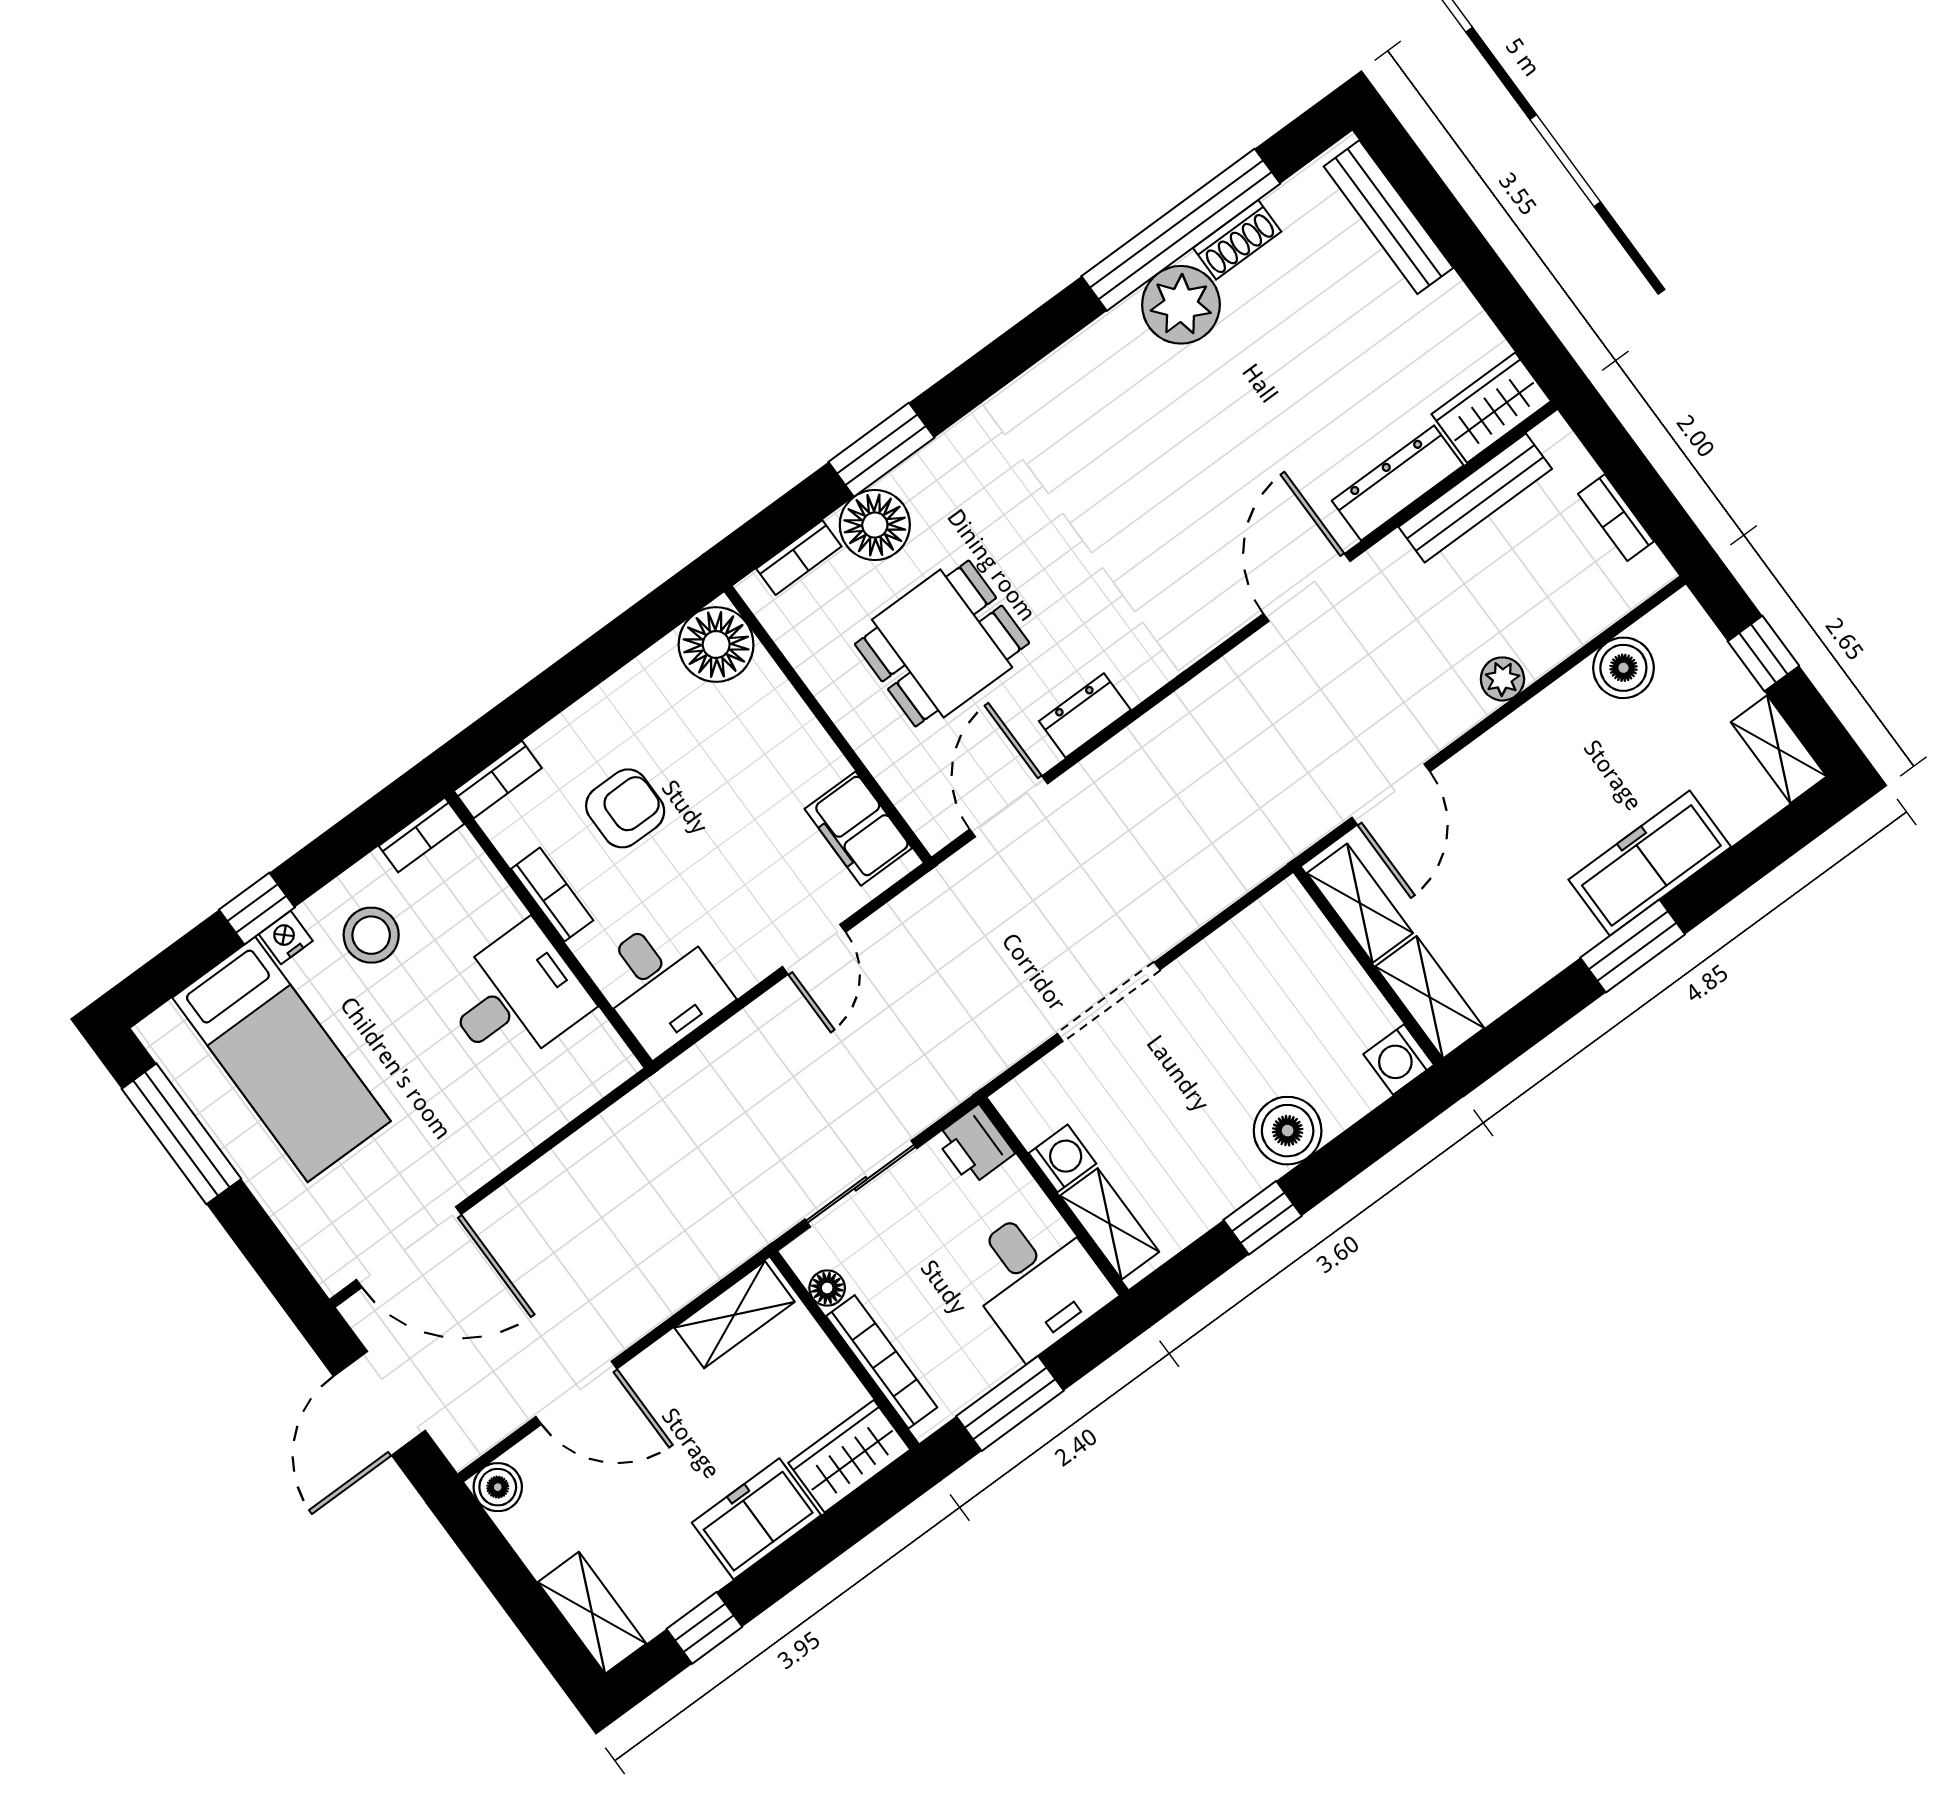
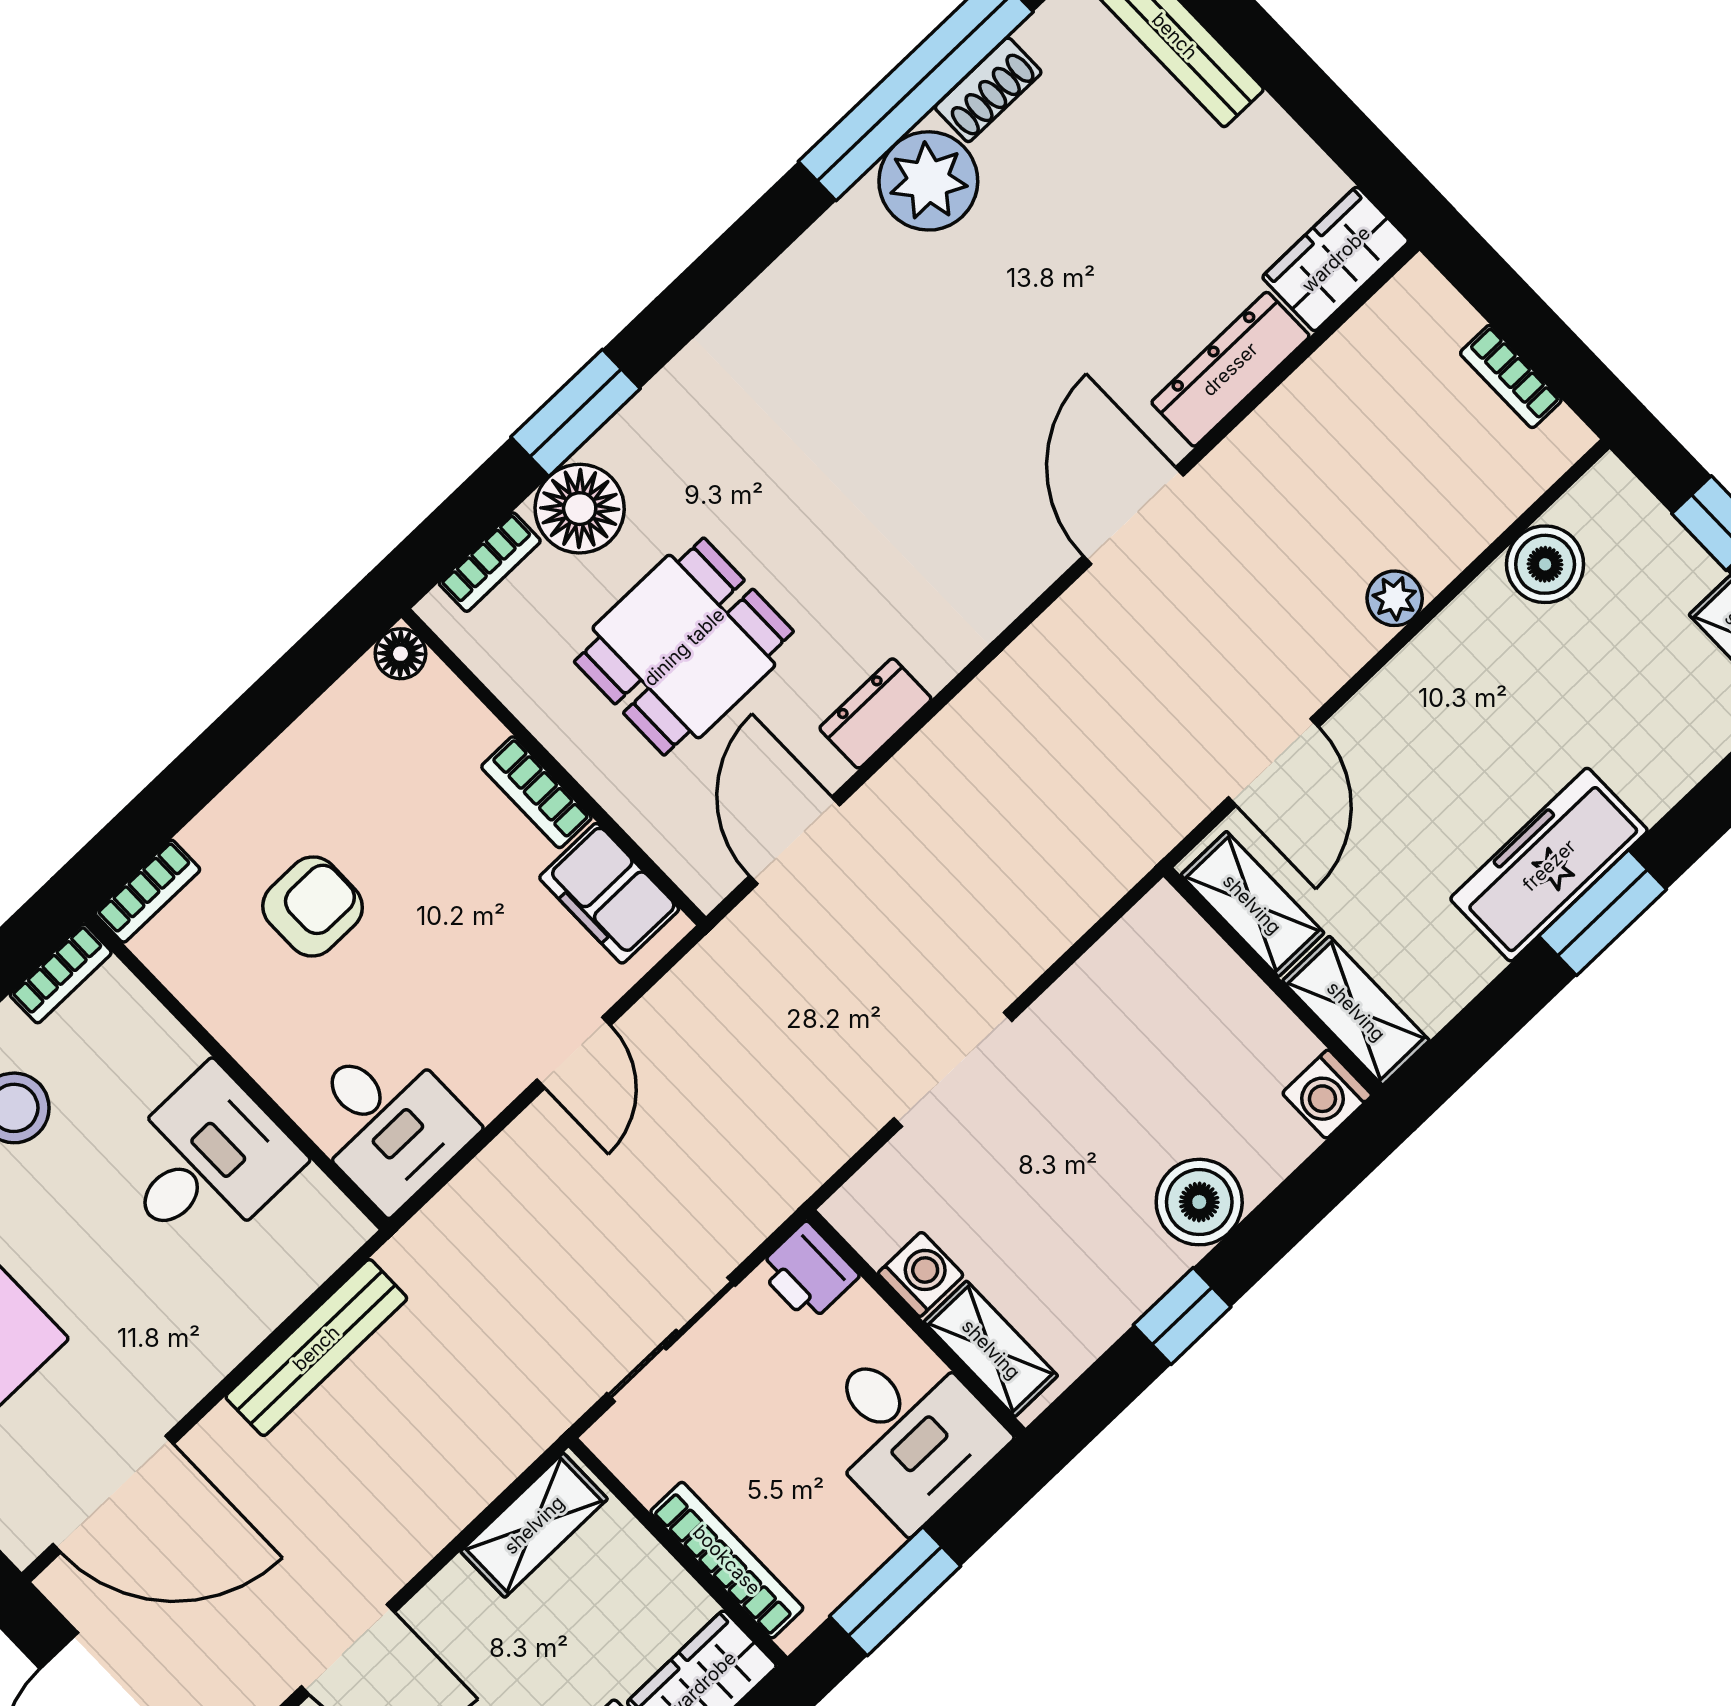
bench: (1475, 498) -> (316, 1348), moved
floor lamp: (716, 644) -> (400, 654), width x0.53, depth x0.53
freezer: (1650, 863) -> (1549, 865), moved
bookcase: (552, 895) -> (536, 792), moved, turned 180
floor lamp: (827, 1288) -> (646, 1476), removed

